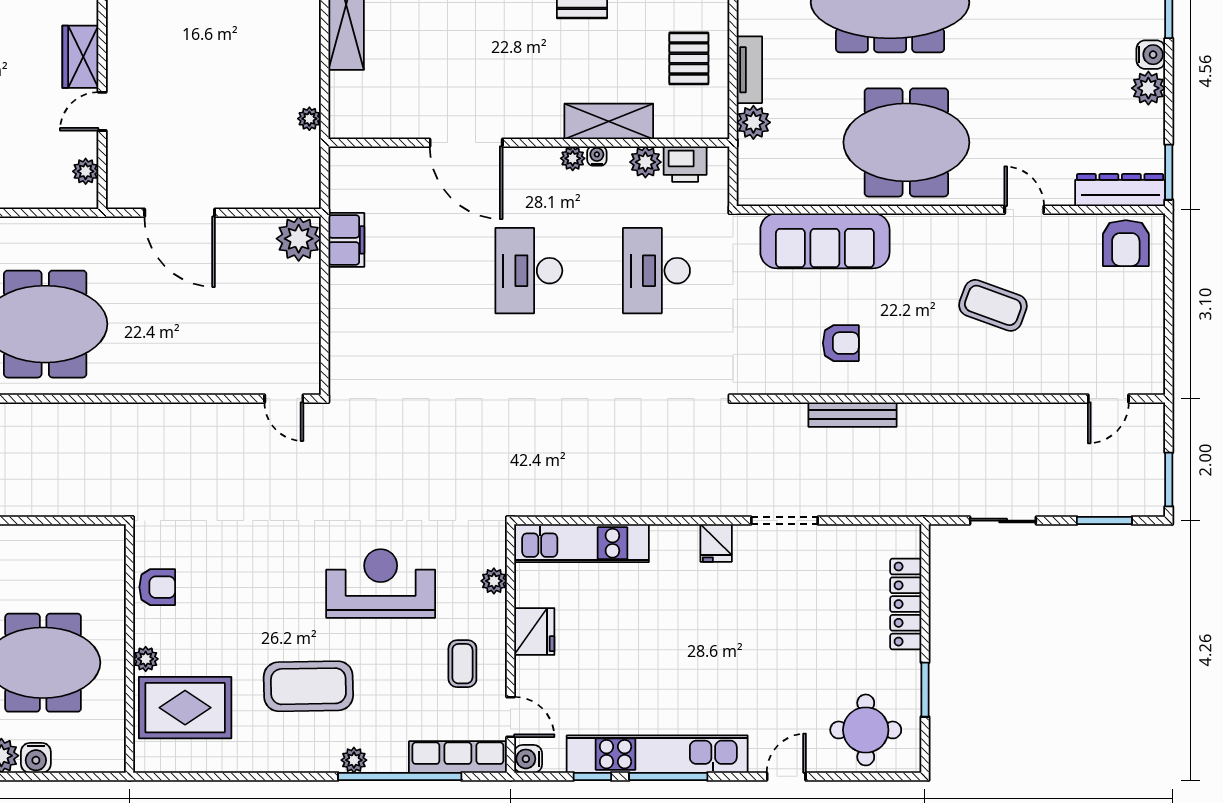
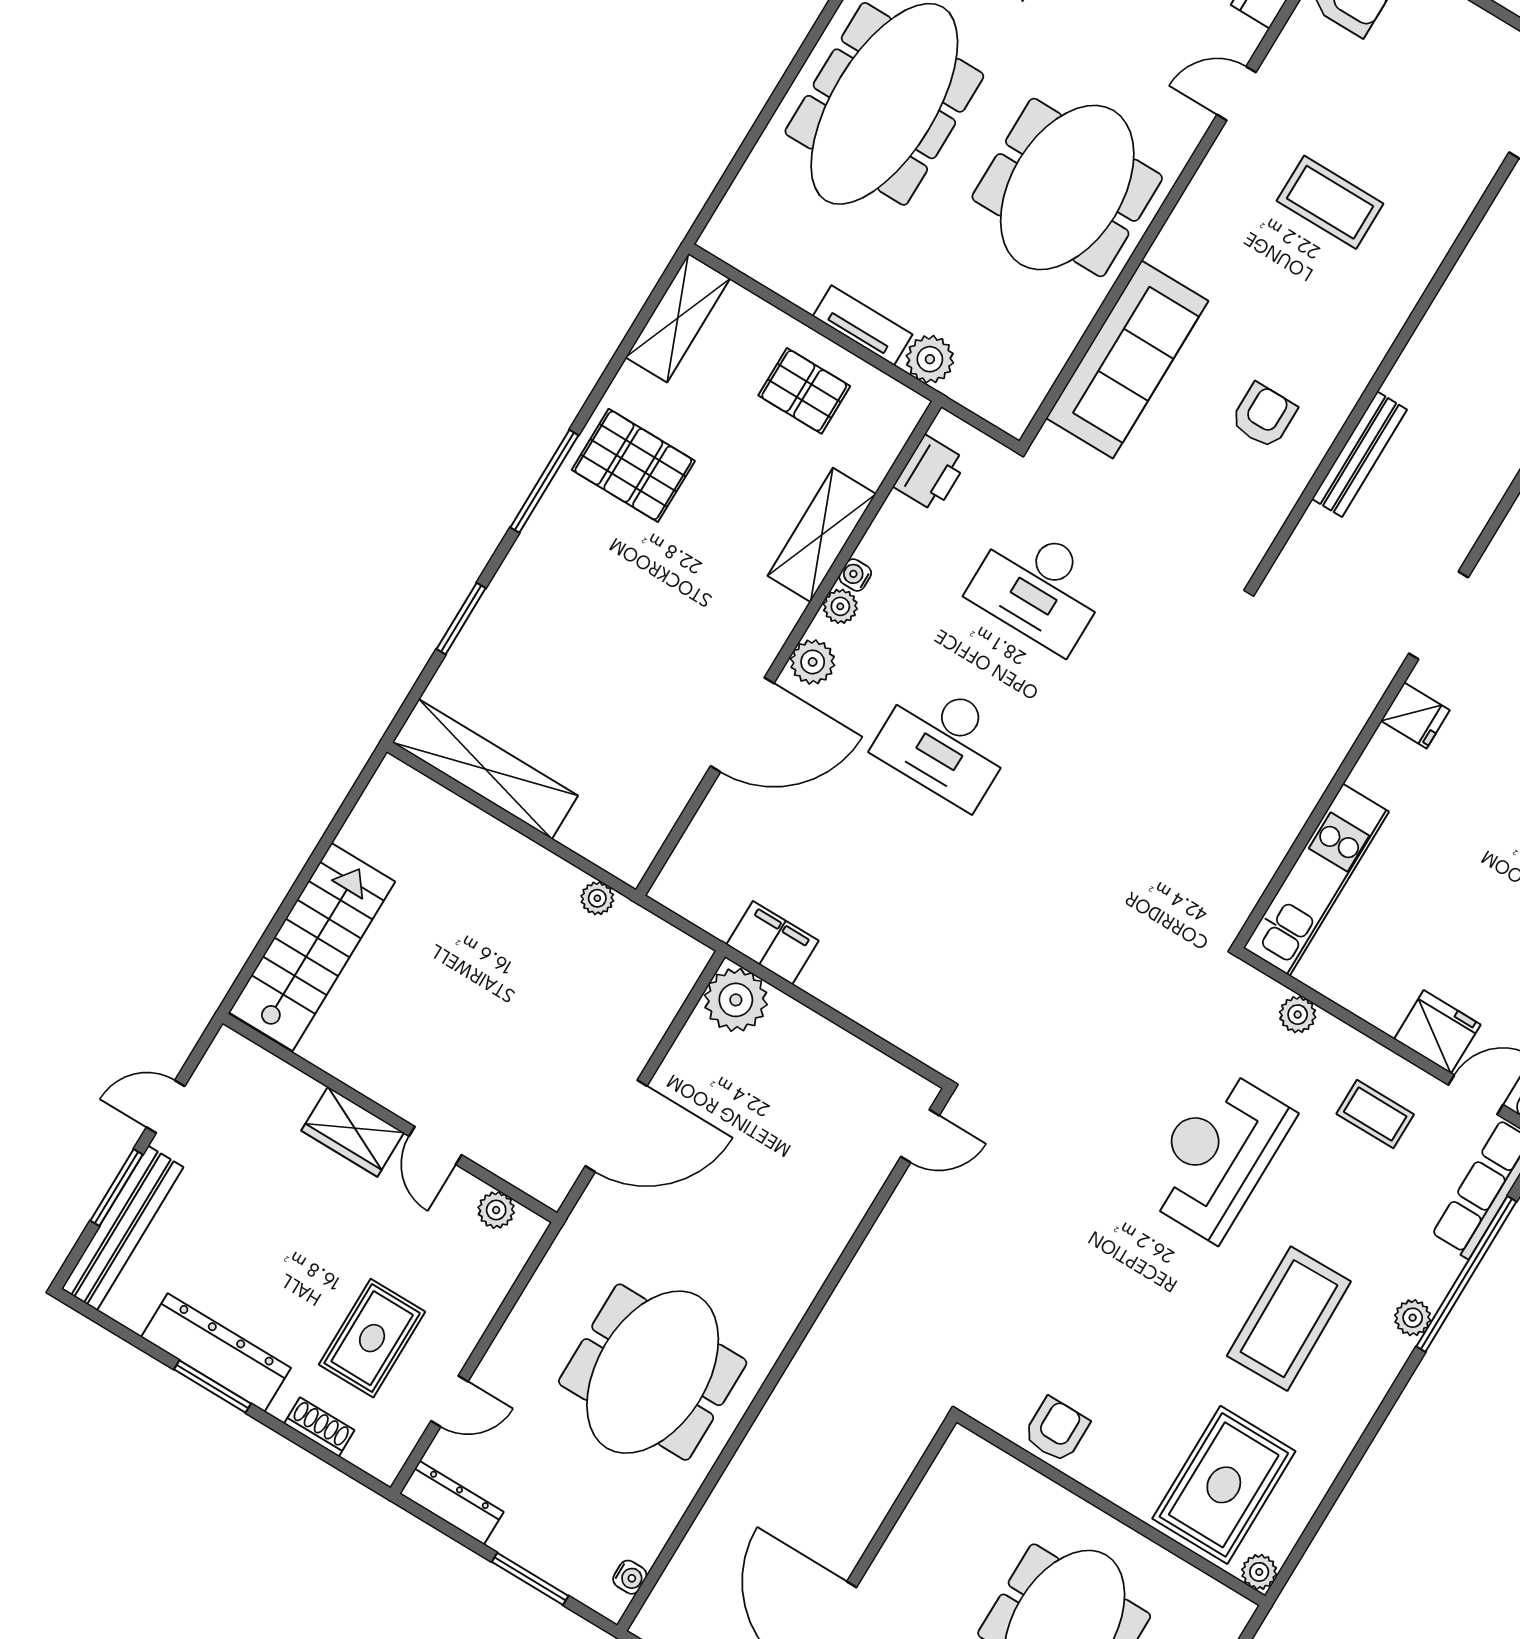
plant: (645, 162) -> (813, 662), moved
coffee table: (993, 305) -> (1330, 202), turned 70
fridge: (534, 632) -> (1437, 1032), moved
plant: (146, 659) -> (1259, 1572), moved

